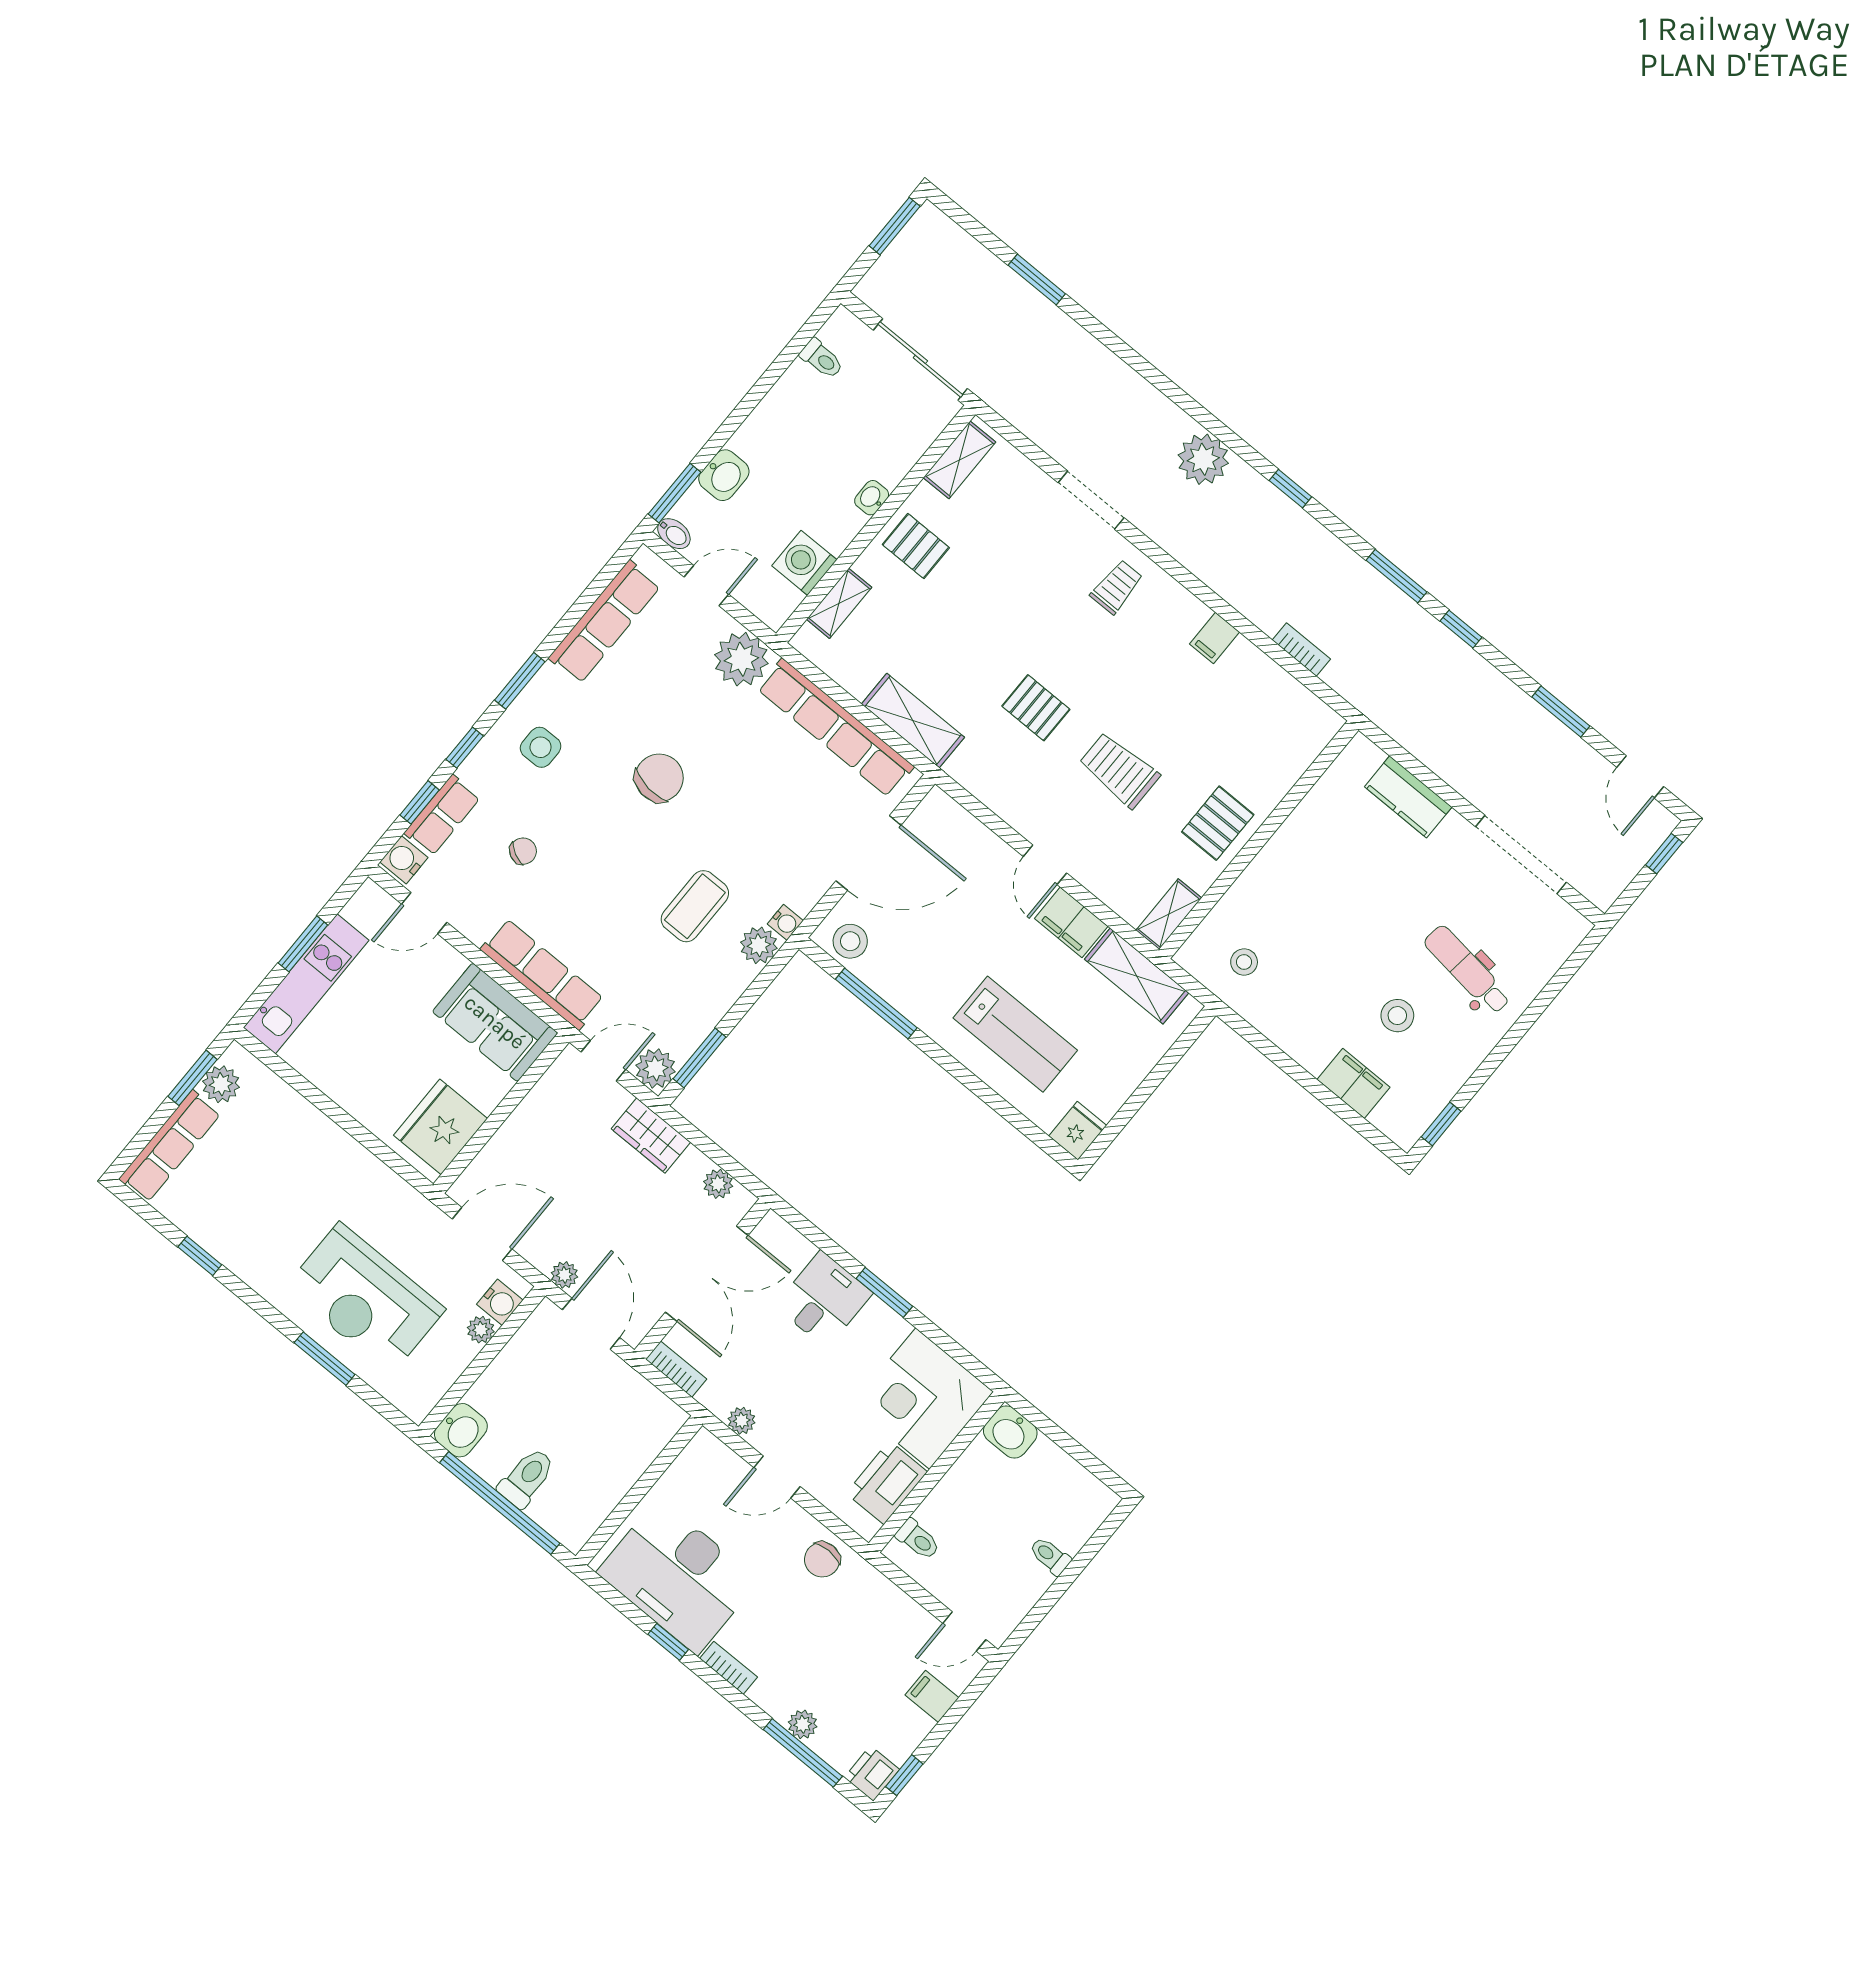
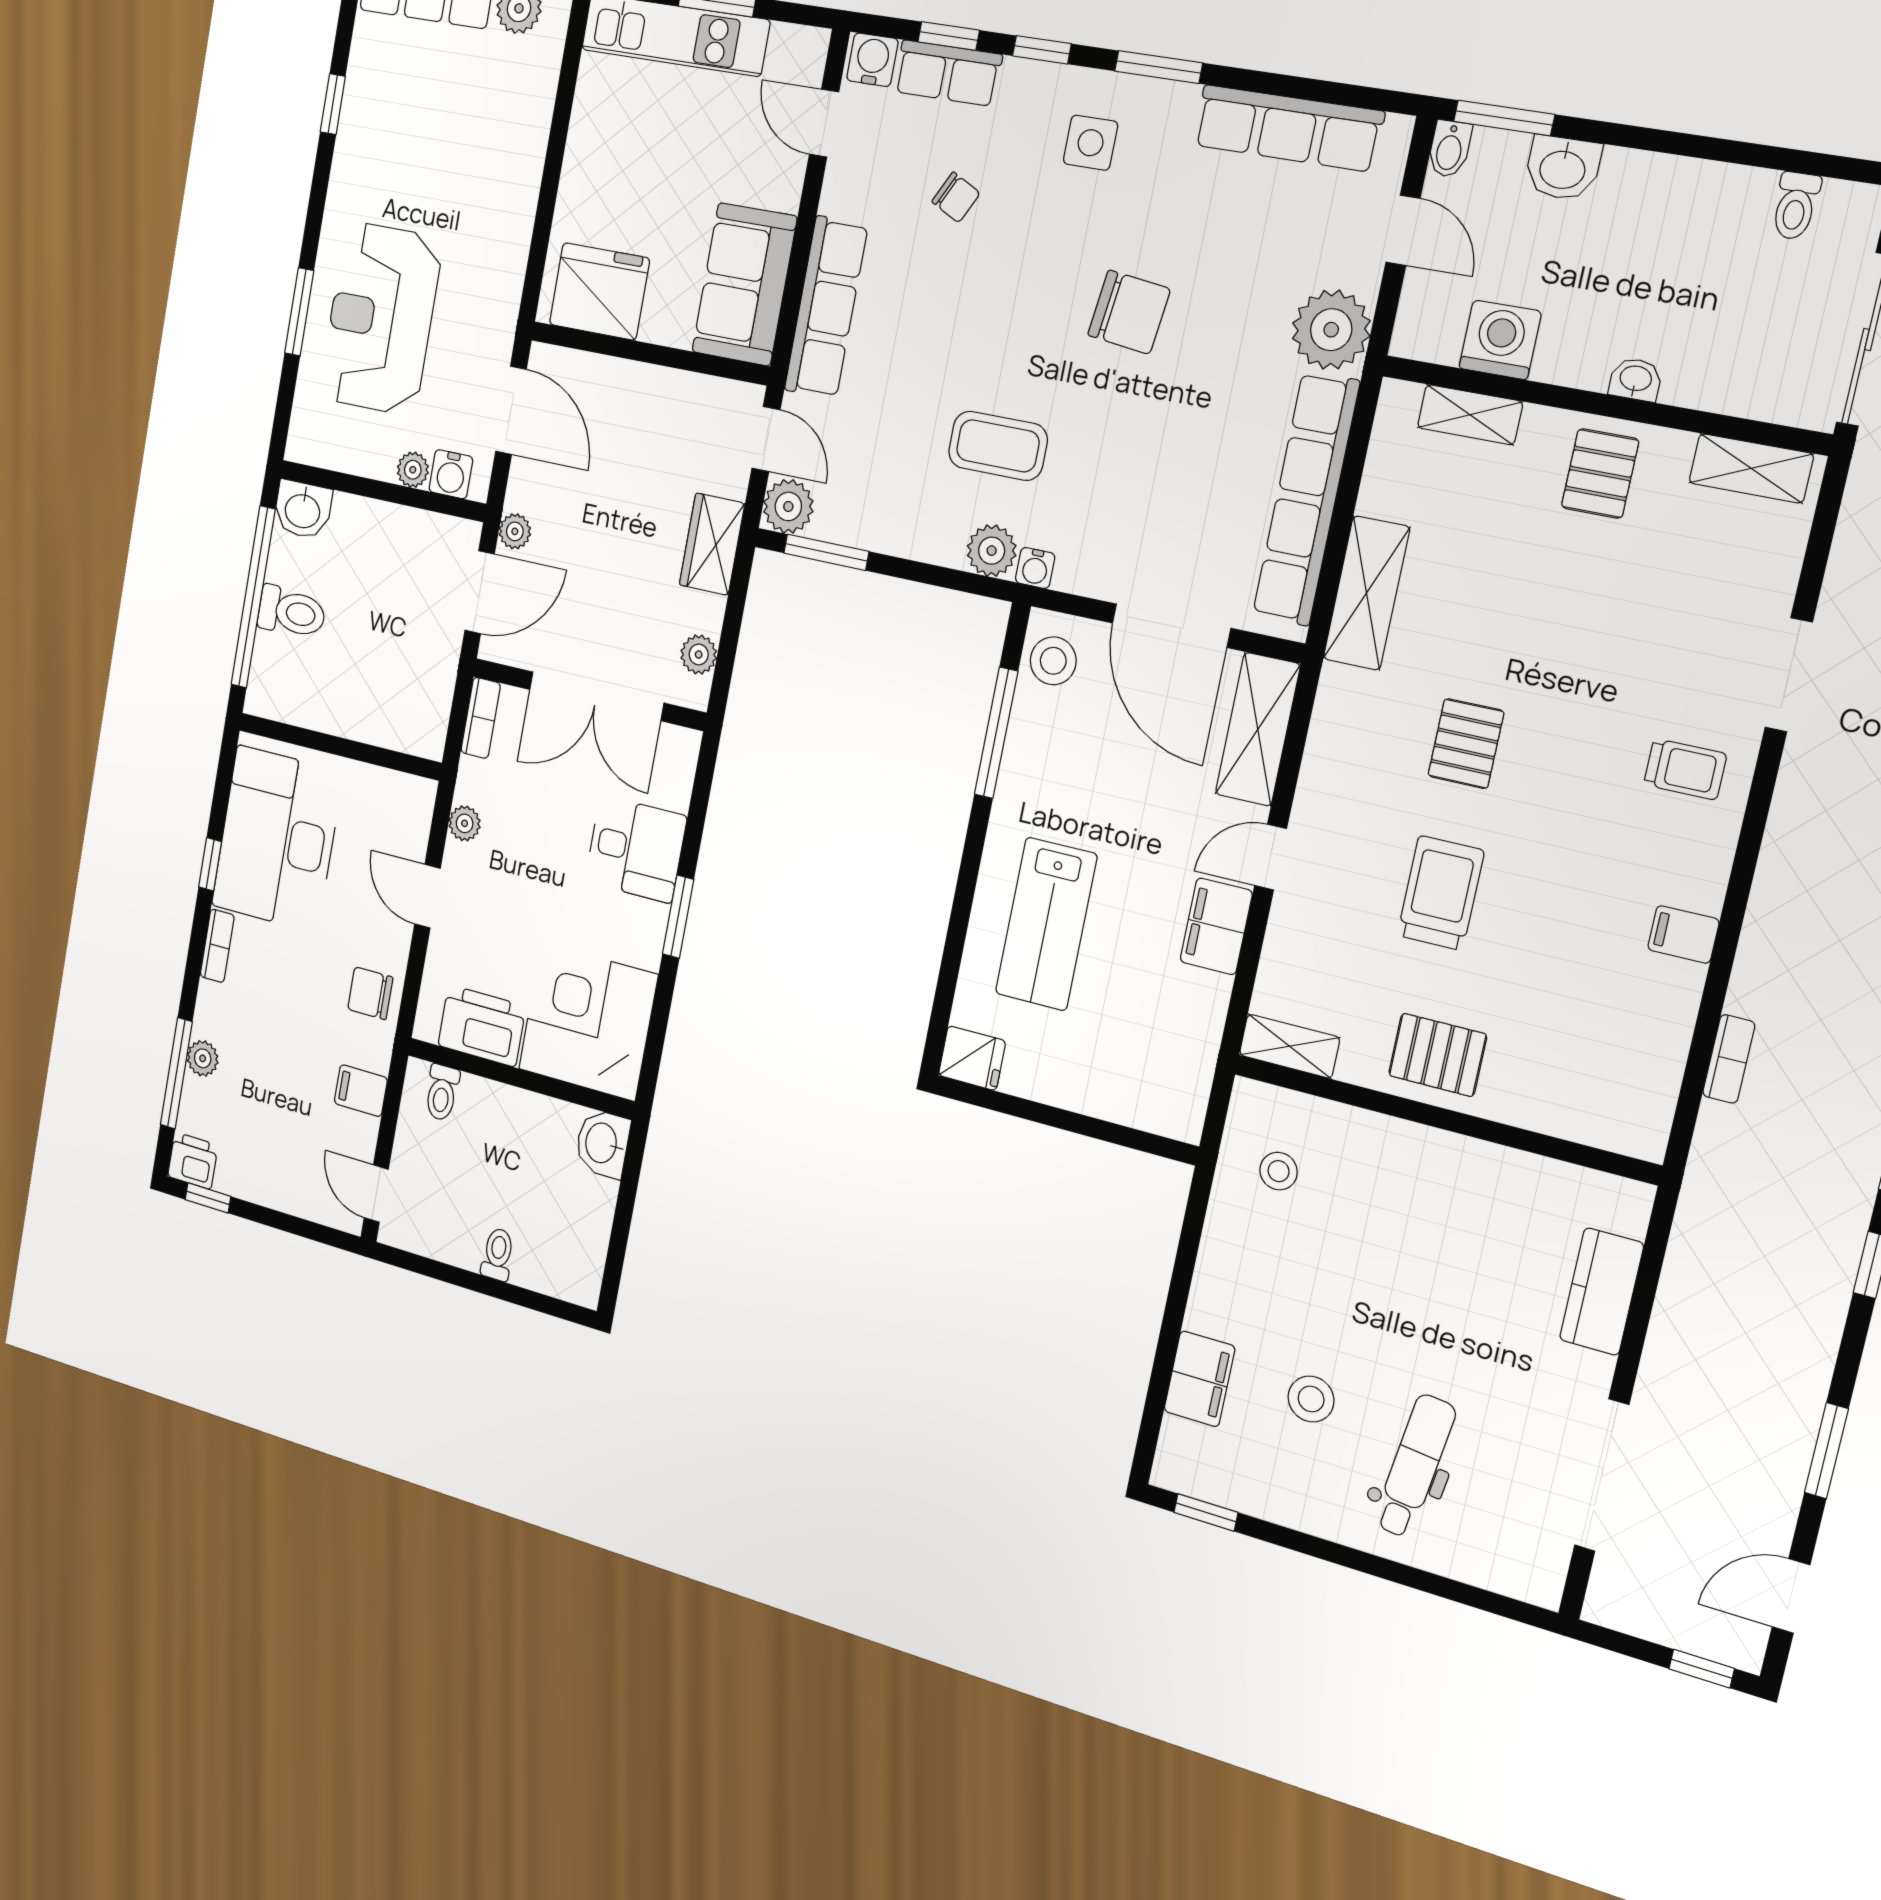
shelving: (1137, 976) -> (1258, 729), moved
filing cabinet: (932, 1696) -> (361, 1091), moved, turned -90

